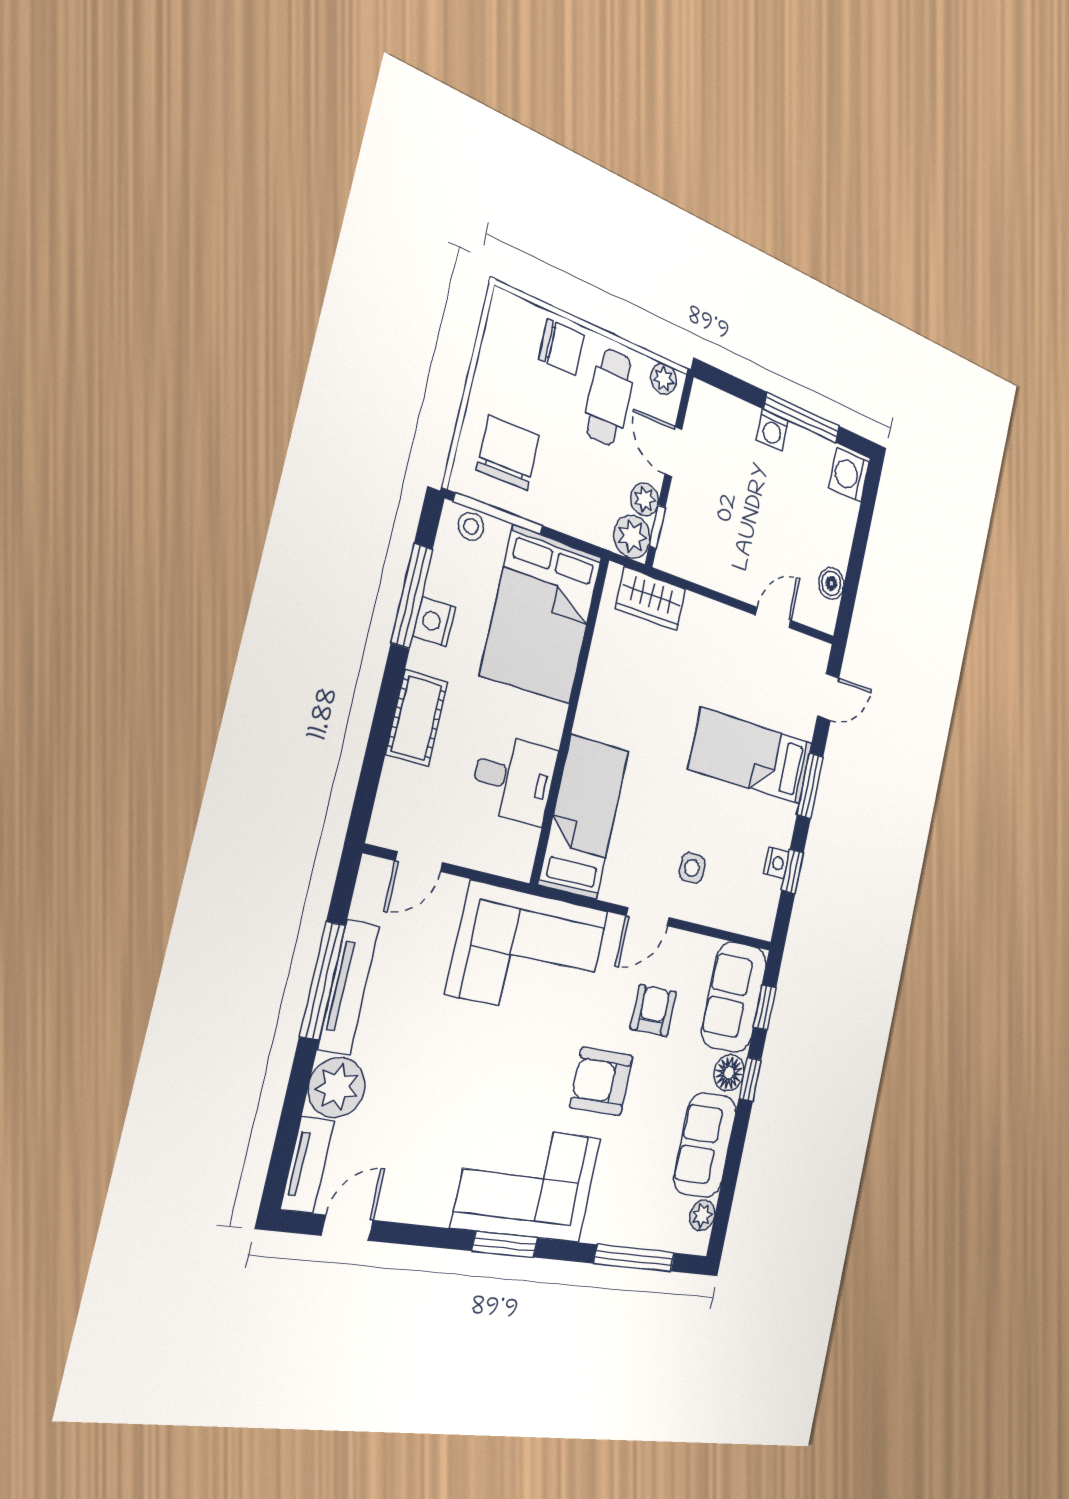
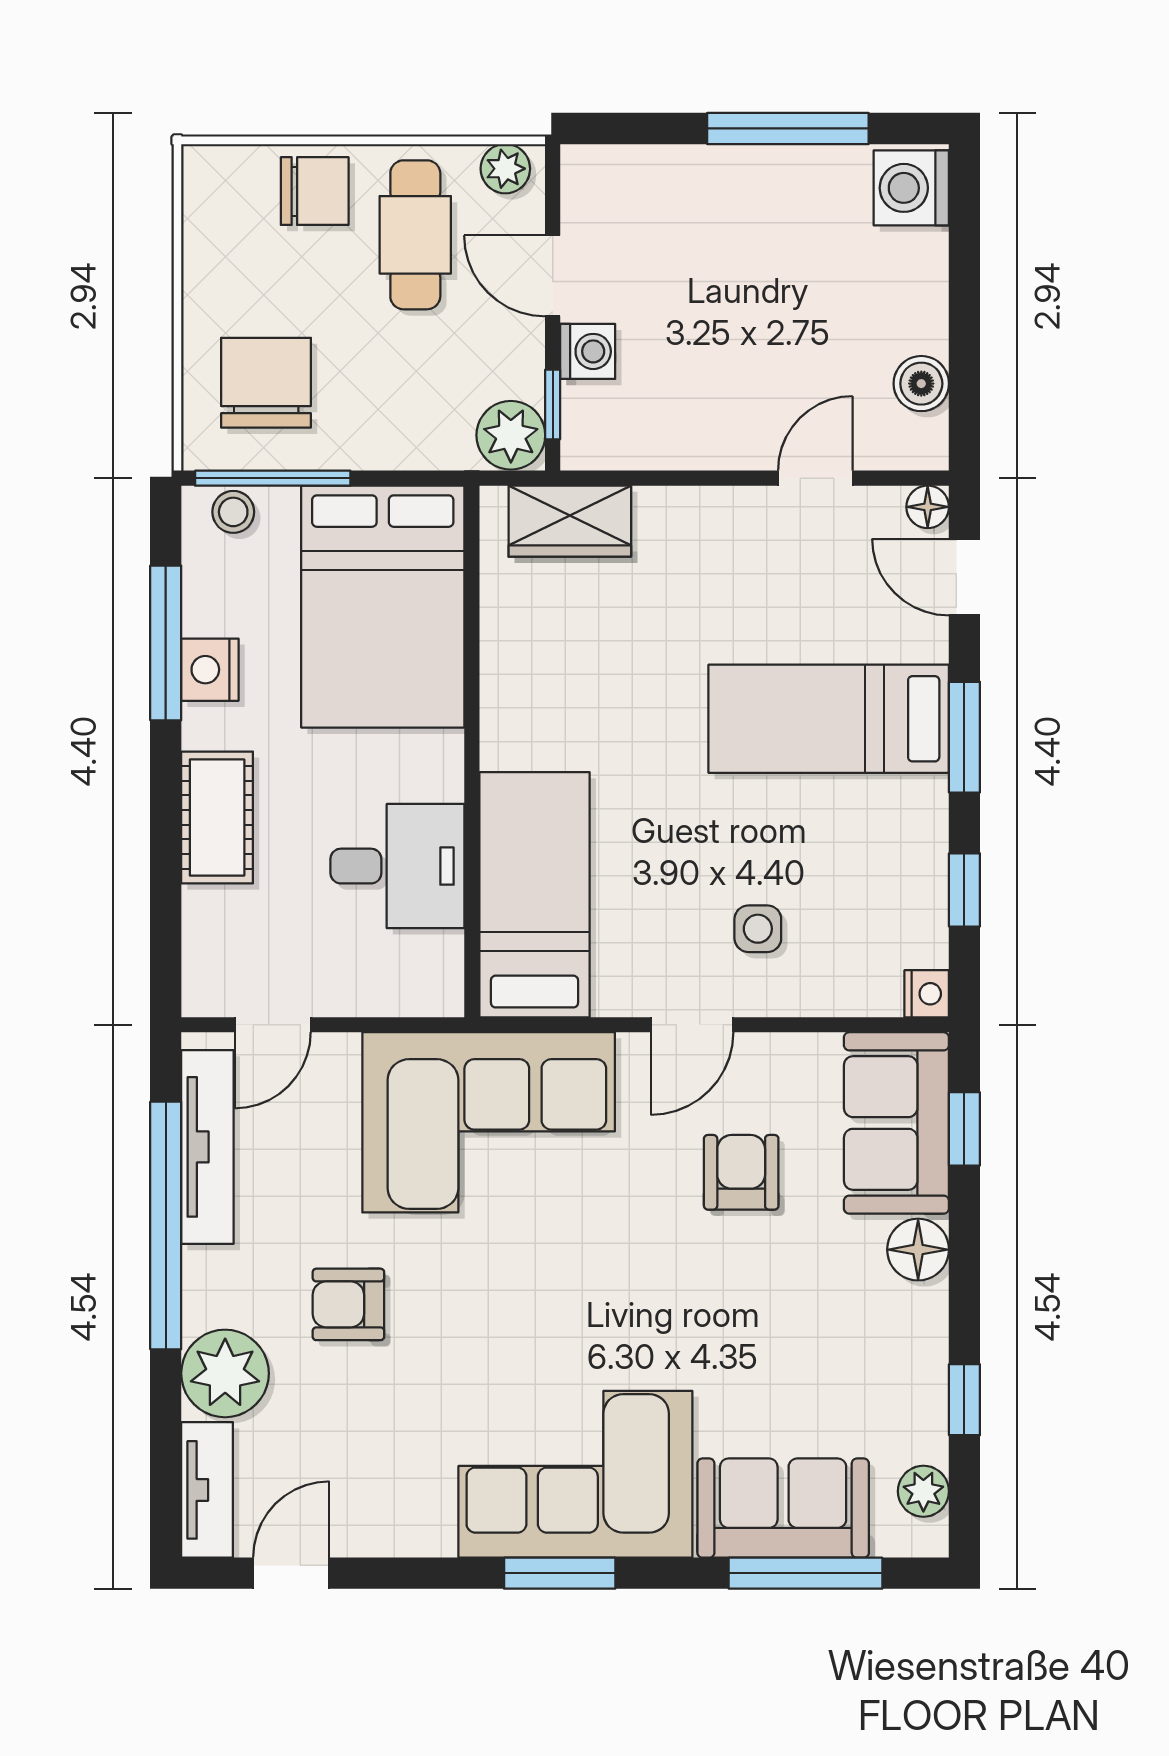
washing machine: (772, 430) -> (588, 351), moved, turned -90
plant: (645, 499) -> (519, 369), removed
floor lamp: (820, 652) -> (928, 507), added
door: (828, 697) -> (964, 577), swing flipped
nightstand: (776, 863) -> (927, 994), moved
window: (323, 981) -> (166, 1225), width x1.46
tv unit: (349, 987) -> (207, 1147), moved
window: (750, 1079) -> (964, 1400), moved
armchair: (601, 1081) -> (348, 1304), moved, width x0.72, depth x0.72
sofa: (705, 1145) -> (783, 1508), moved, turned 90

